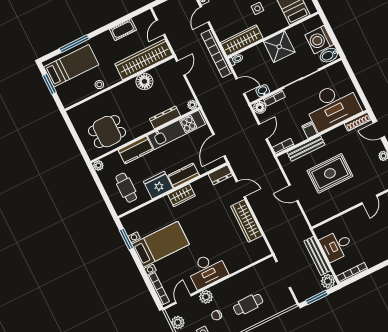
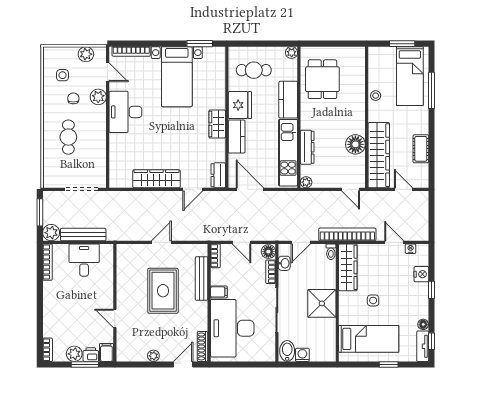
washing machine: (319, 40) -> (302, 355), width x0.53, depth x0.53

